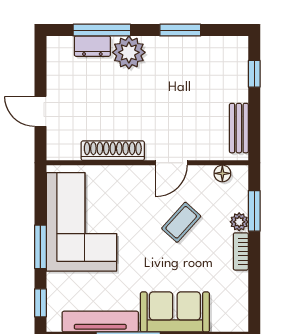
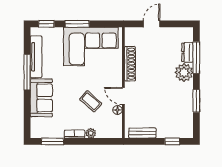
floor lamp: (222, 173) -> (117, 110), moved
window: (254, 211) -> (53, 141), moved

